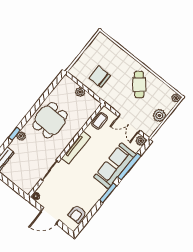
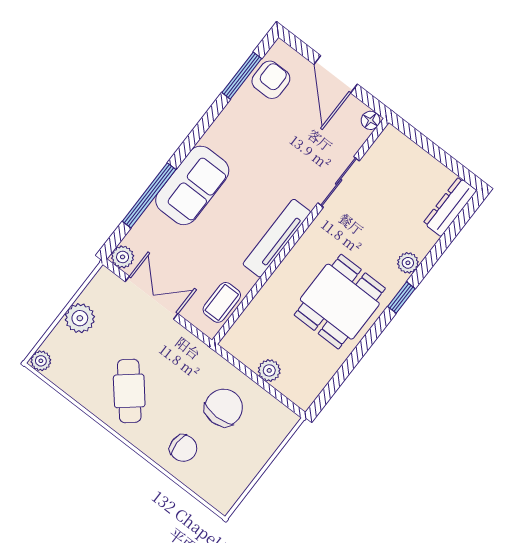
chair: (117, 60) -> (183, 448), added
chair: (100, 77) -> (224, 408), turned -90
window: (14, 134) -> (401, 298), moved
sofa: (115, 166) -> (192, 185), width x0.73
window: (108, 193) -> (242, 76), moved
door: (50, 216) -> (336, 74), swing flipped

